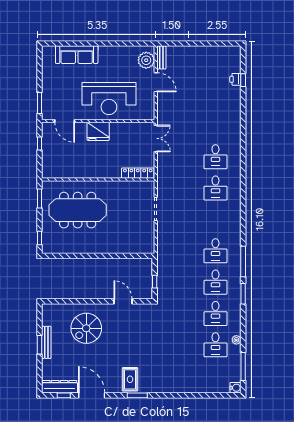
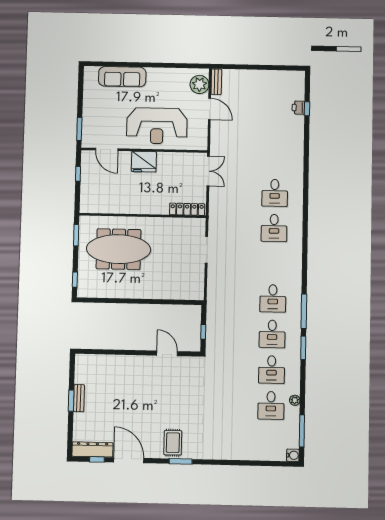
spiral stairs: (86, 328) -> (125, 383), removed
bench: (46, 342) -> (79, 398), width x0.73

